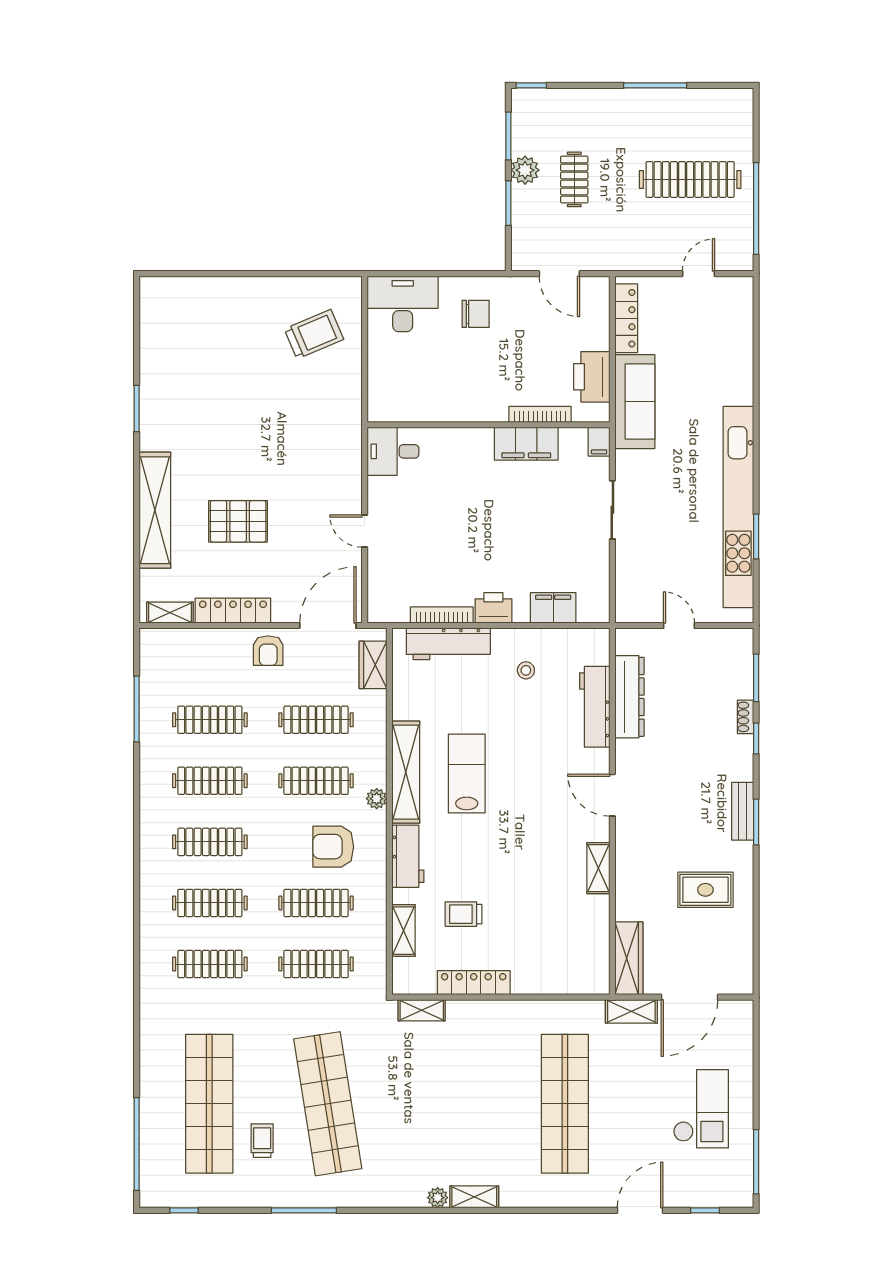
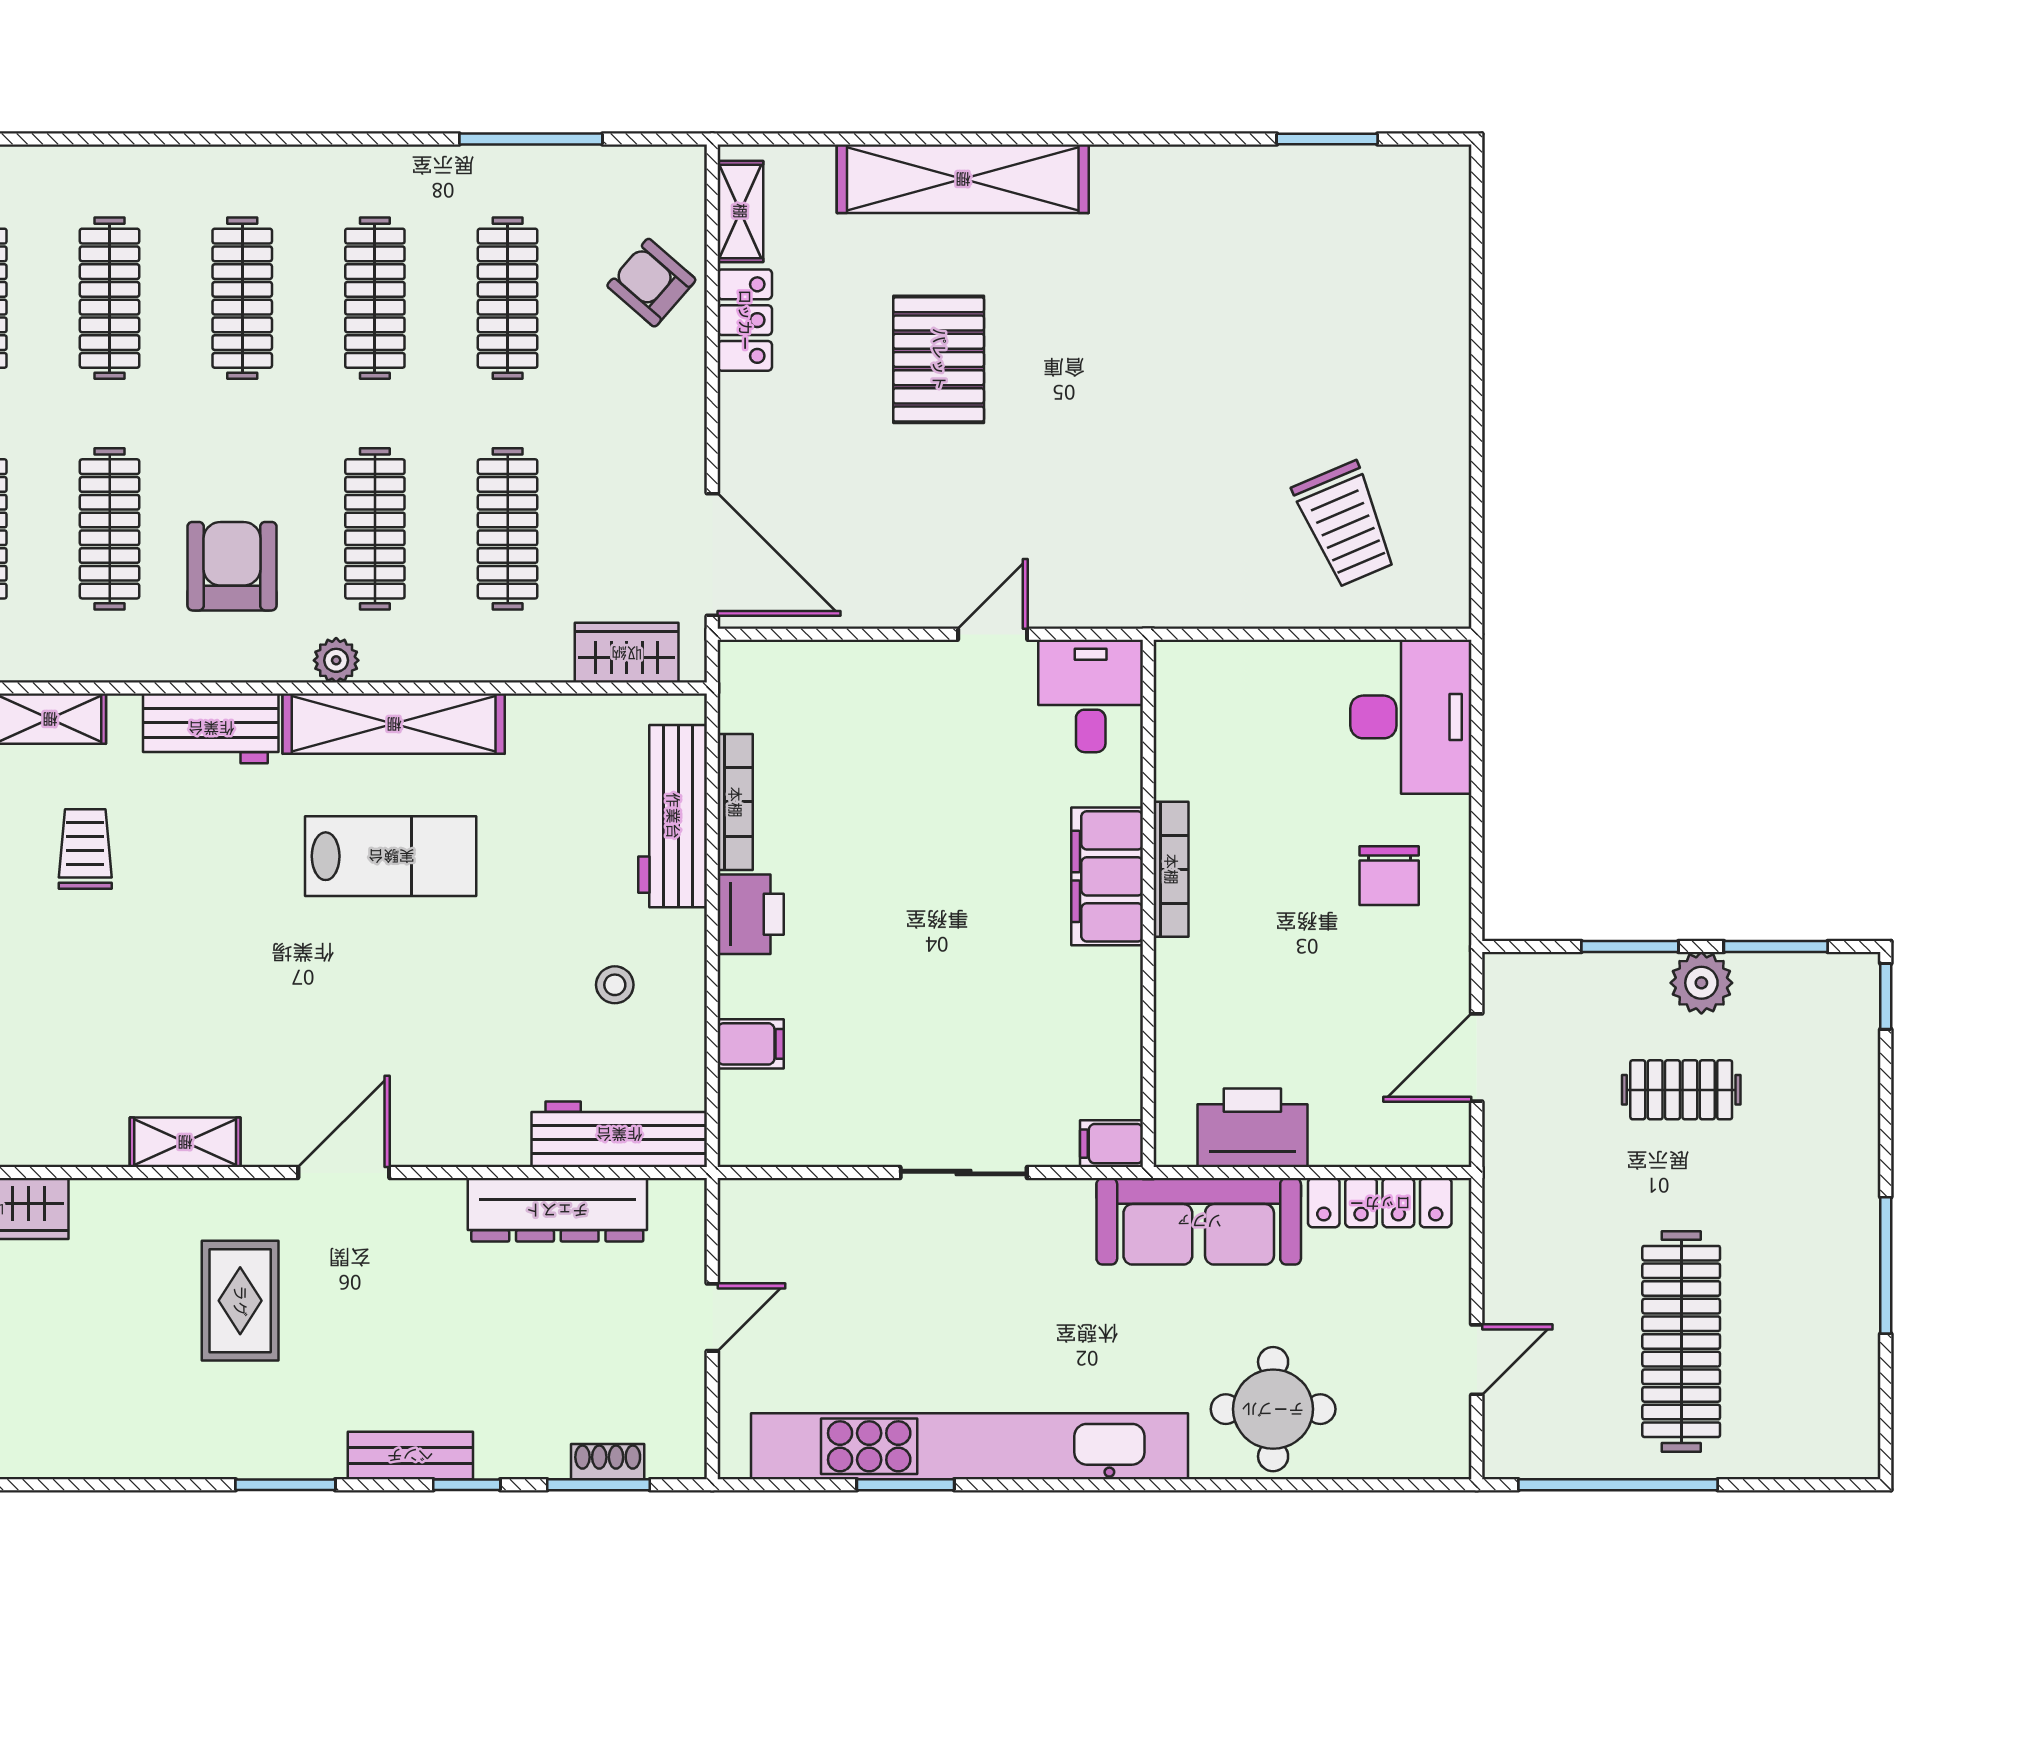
door: (699, 274) -> (1477, 1360), hinge flipped
round table: (721, 367) -> (1273, 1409), added
window: (137, 408) -> (1327, 139), moved
bookcase: (540, 414) -> (1171, 869), moved
filing cabinet: (526, 444) -> (1107, 876), moved
door: (365, 531) -> (993, 634), moved
filing cabinet: (553, 608) -> (751, 1044), width x0.50
locker: (233, 611) -> (745, 320), width x0.66
armchair: (268, 651) -> (651, 283), moved, turned 41
workbench: (595, 707) -> (619, 1134), moved
shoe rack: (745, 717) -> (608, 1462), moved
bench: (743, 811) -> (410, 1455), moved
rug: (705, 890) -> (240, 1301), moved

